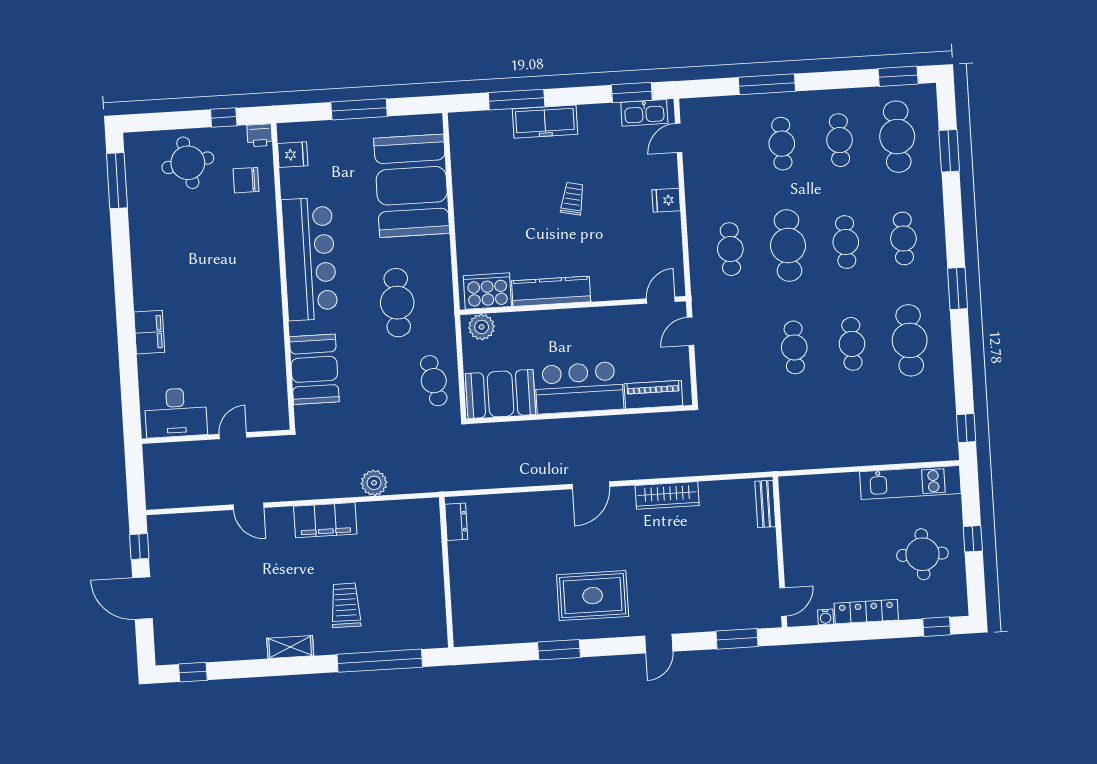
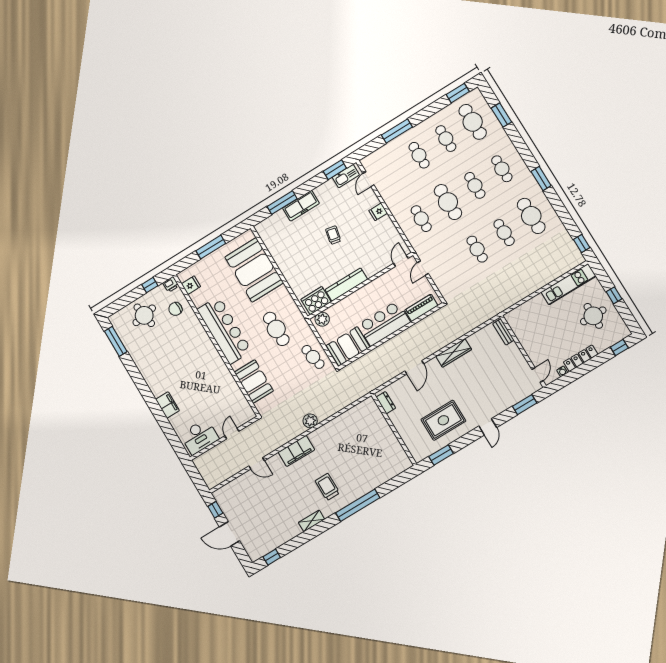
dresser: (456, 522) -> (386, 403), moved
wall: (446, 572) -> (394, 430), moved

